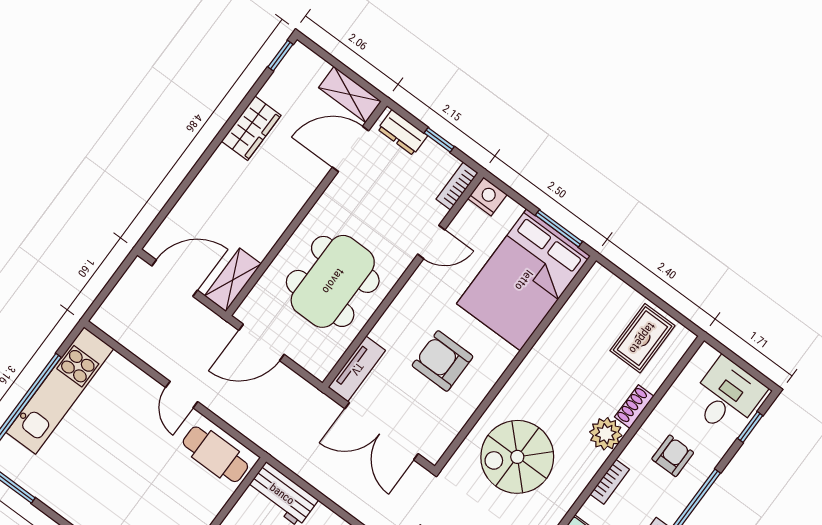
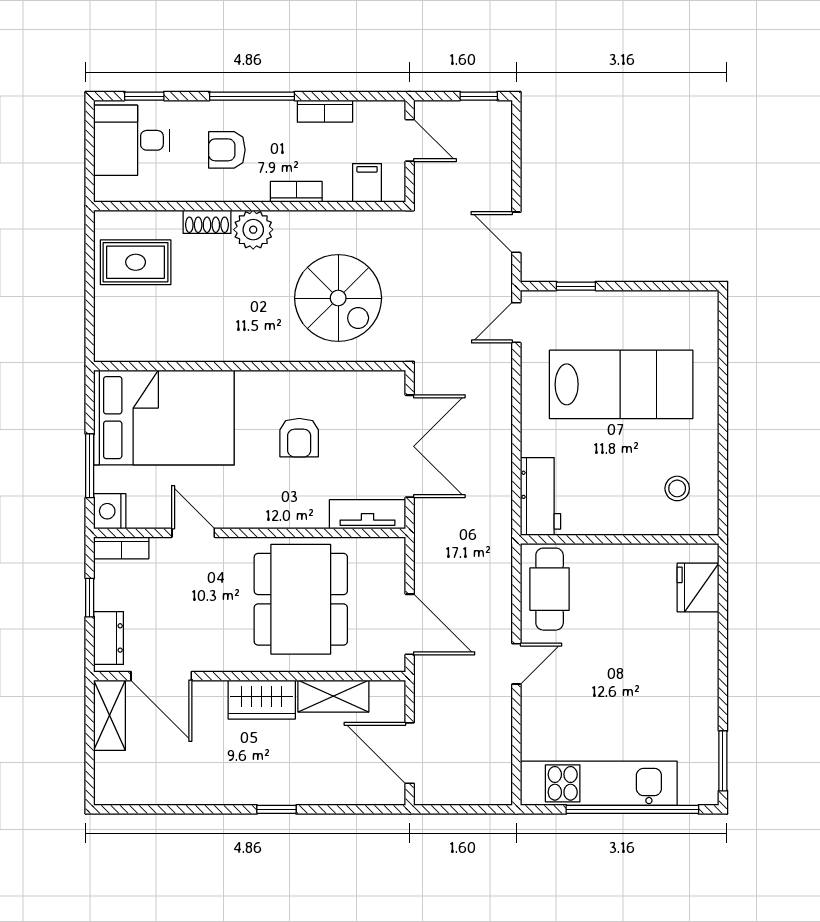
window: (280, 56) -> (277, 809), moved
wardrobe: (251, 128) -> (262, 700), moved, turned 180
window: (559, 228) -> (90, 466), moved
shelving: (233, 280) -> (333, 696), moved
dining table: (333, 281) -> (301, 599), turned 90
armchair: (442, 361) -> (299, 438), width x0.72, depth x0.72

